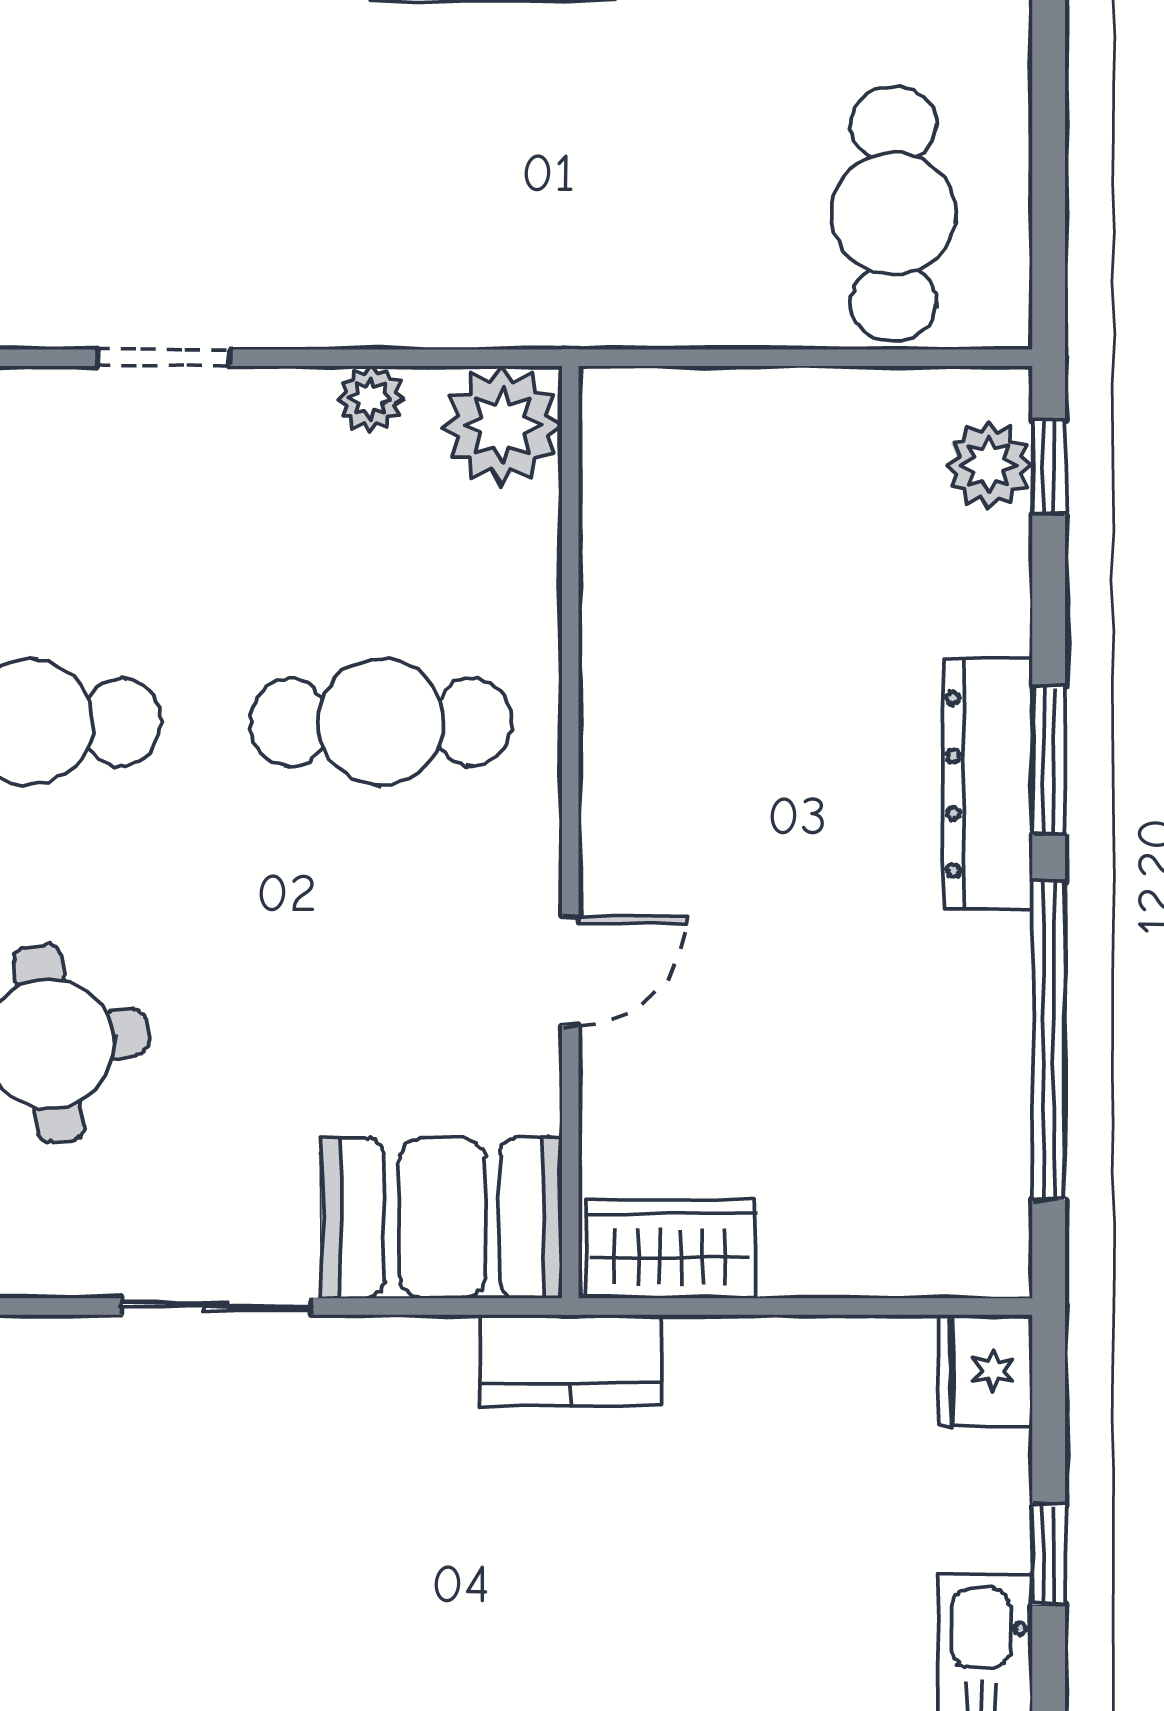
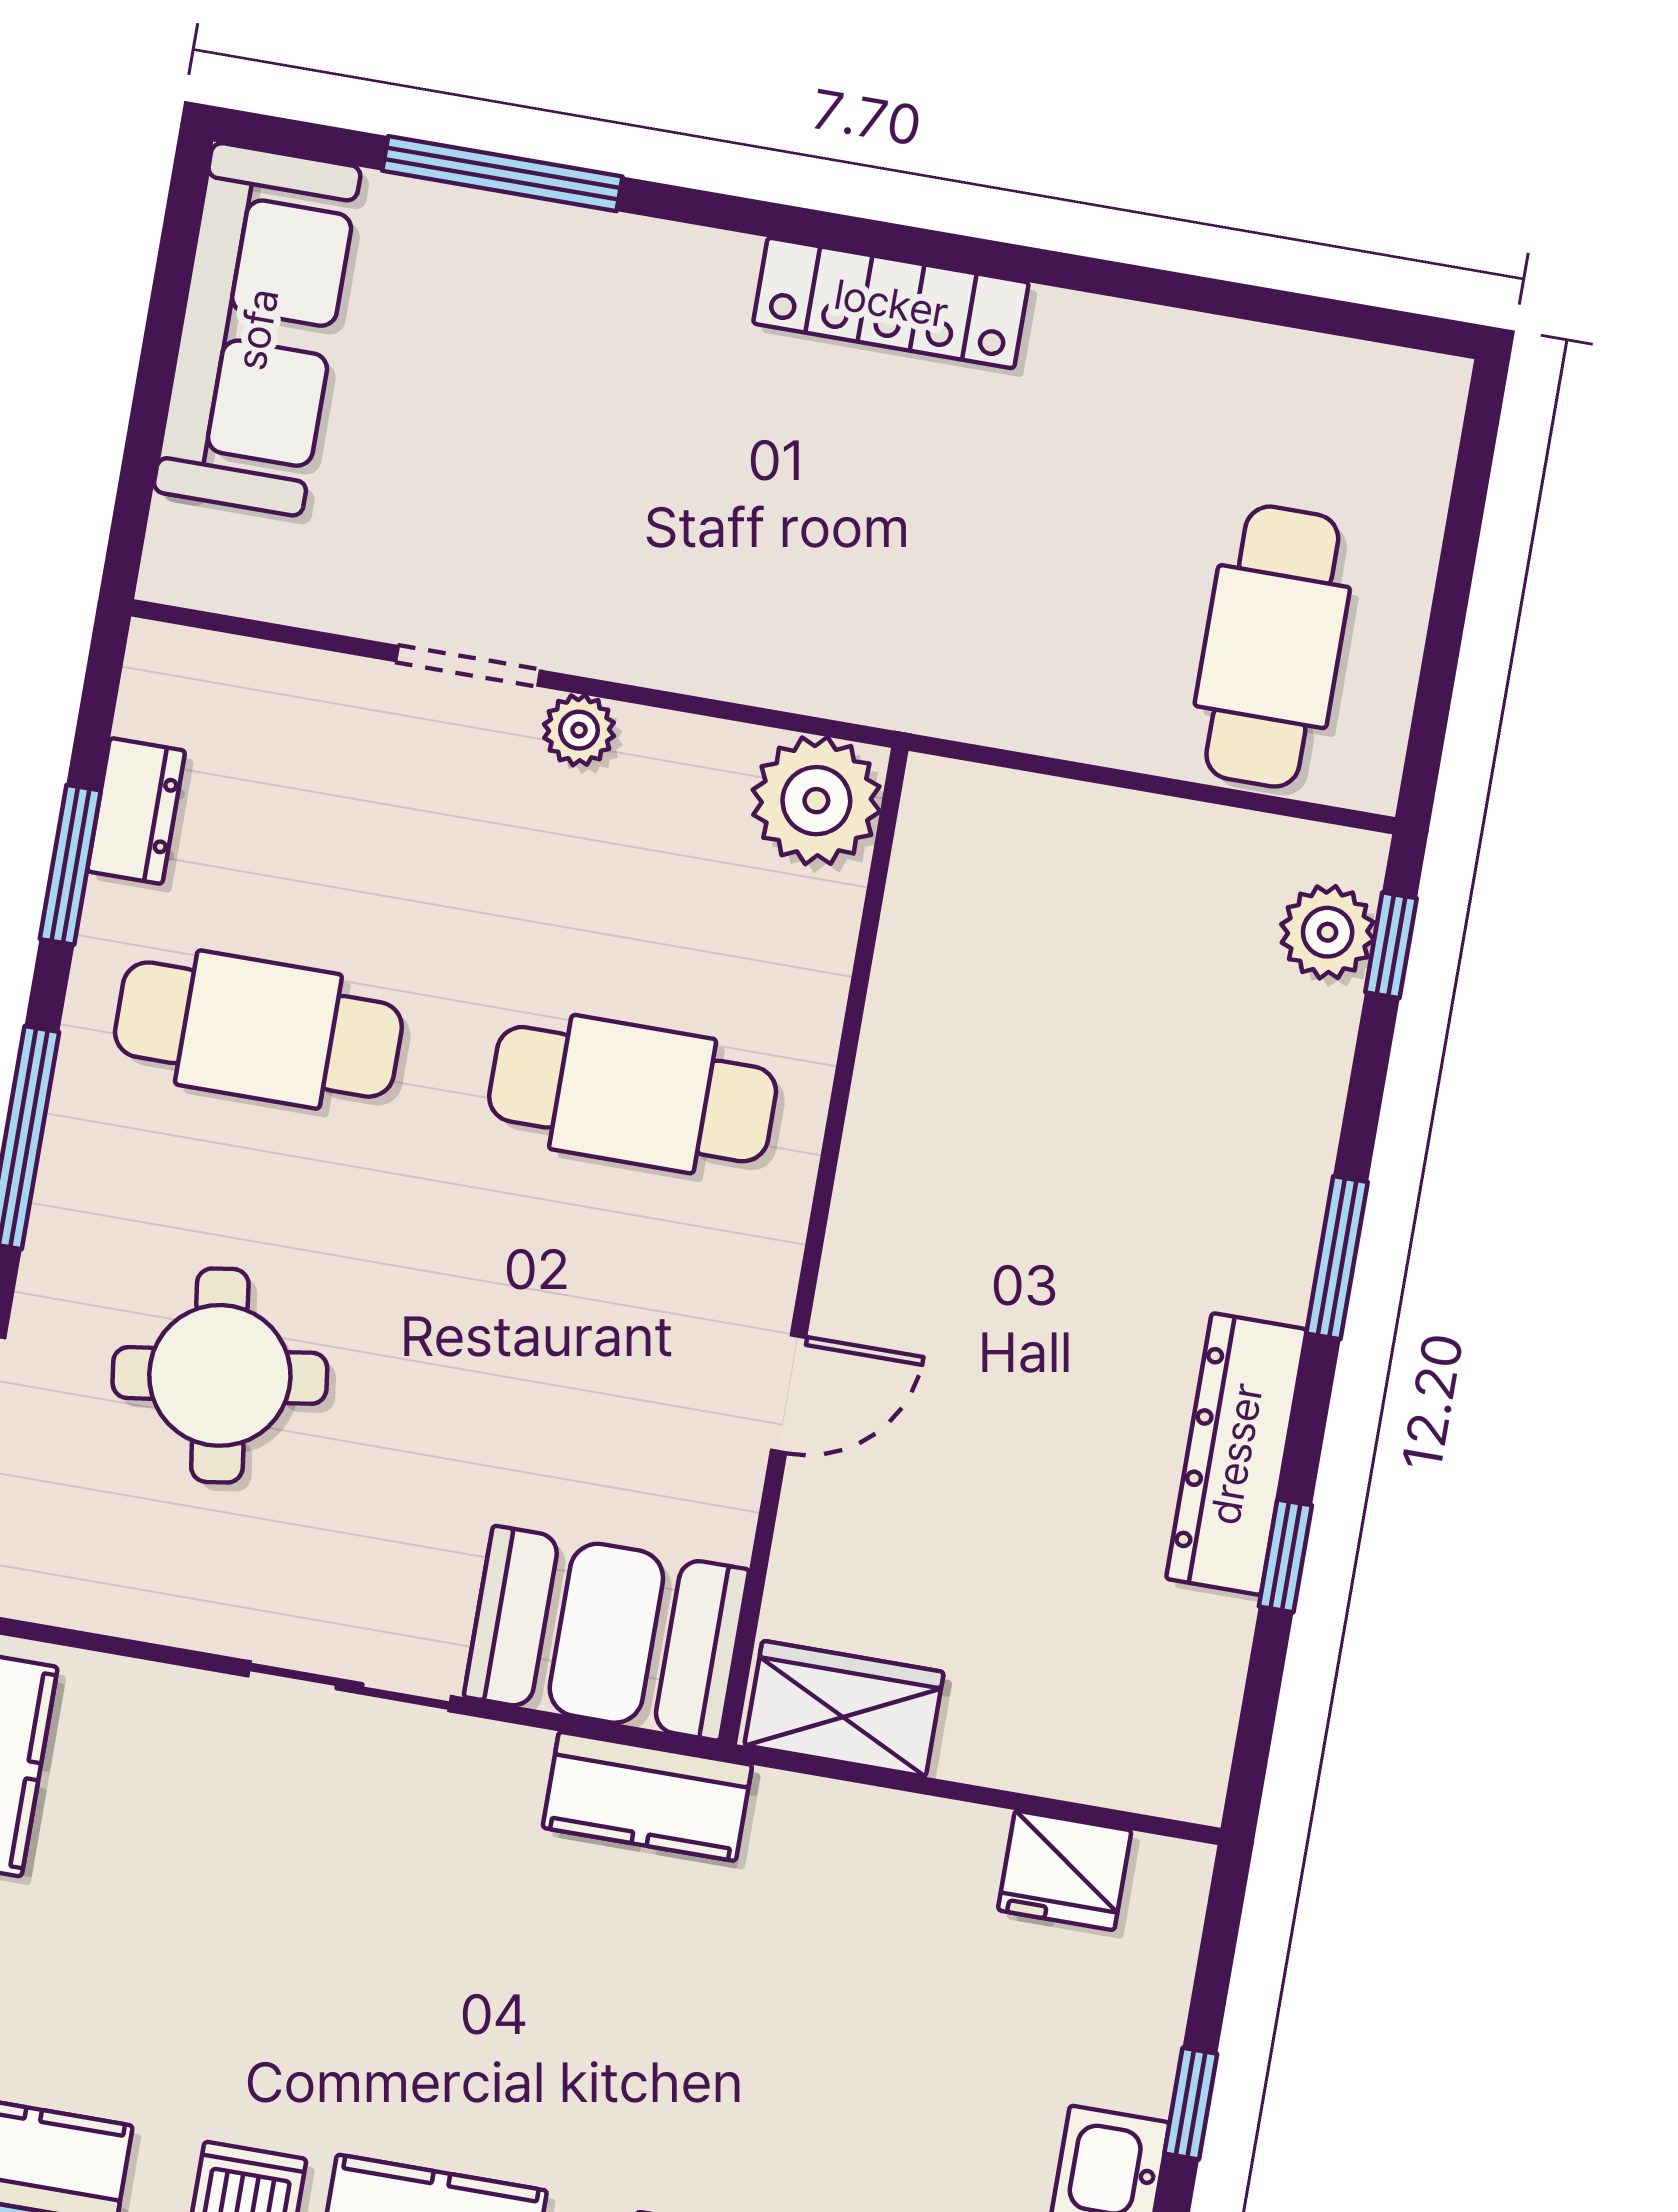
plant: (370, 399) -> (579, 730), moved
dresser: (988, 784) -> (1236, 1454), moved
window: (1049, 1040) -> (1285, 1556), width x0.32
kitchen counter: (571, 1360) -> (647, 1796), moved
fridge: (985, 1370) -> (1065, 1870), moved, turned -90

